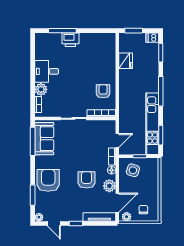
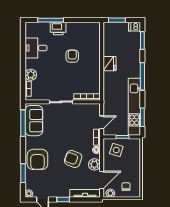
fridge: (126, 61) -> (109, 64), moved
desk: (47, 71) -> (36, 48), moved
armchair: (103, 91) -> (72, 56), moved
armchair: (48, 180) -> (37, 159), turned 180
armchair: (87, 180) -> (73, 159), turned -70

